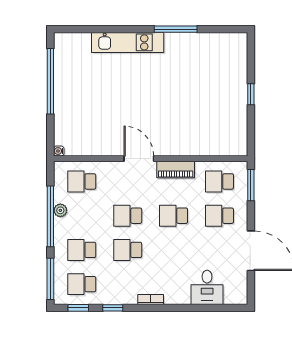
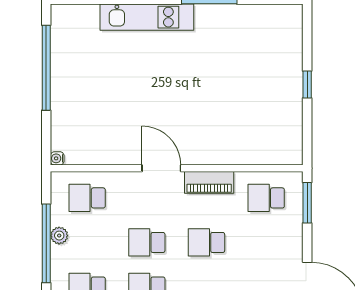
school desk: (219, 216) -> (266, 242), removed

